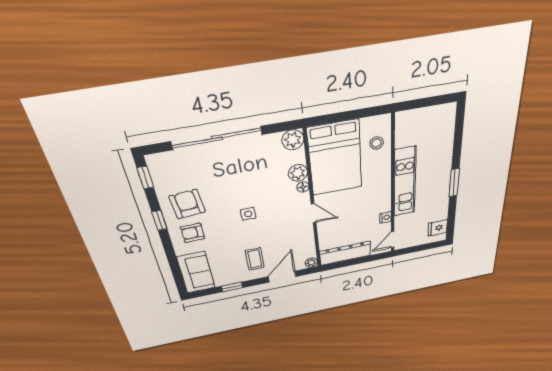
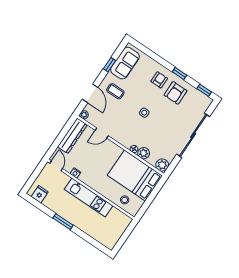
armchair: (187, 204) -> (176, 93), turned 95
door: (314, 213) -> (102, 133), moved
sofa: (196, 272) -> (125, 63), moved, turned -90

